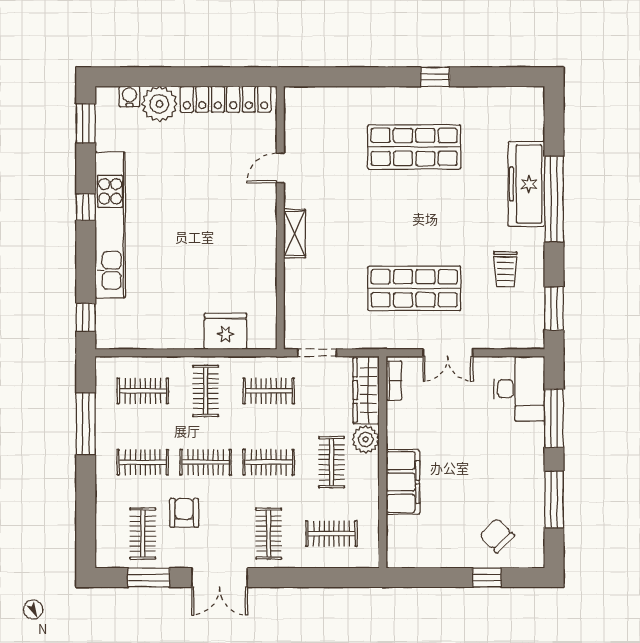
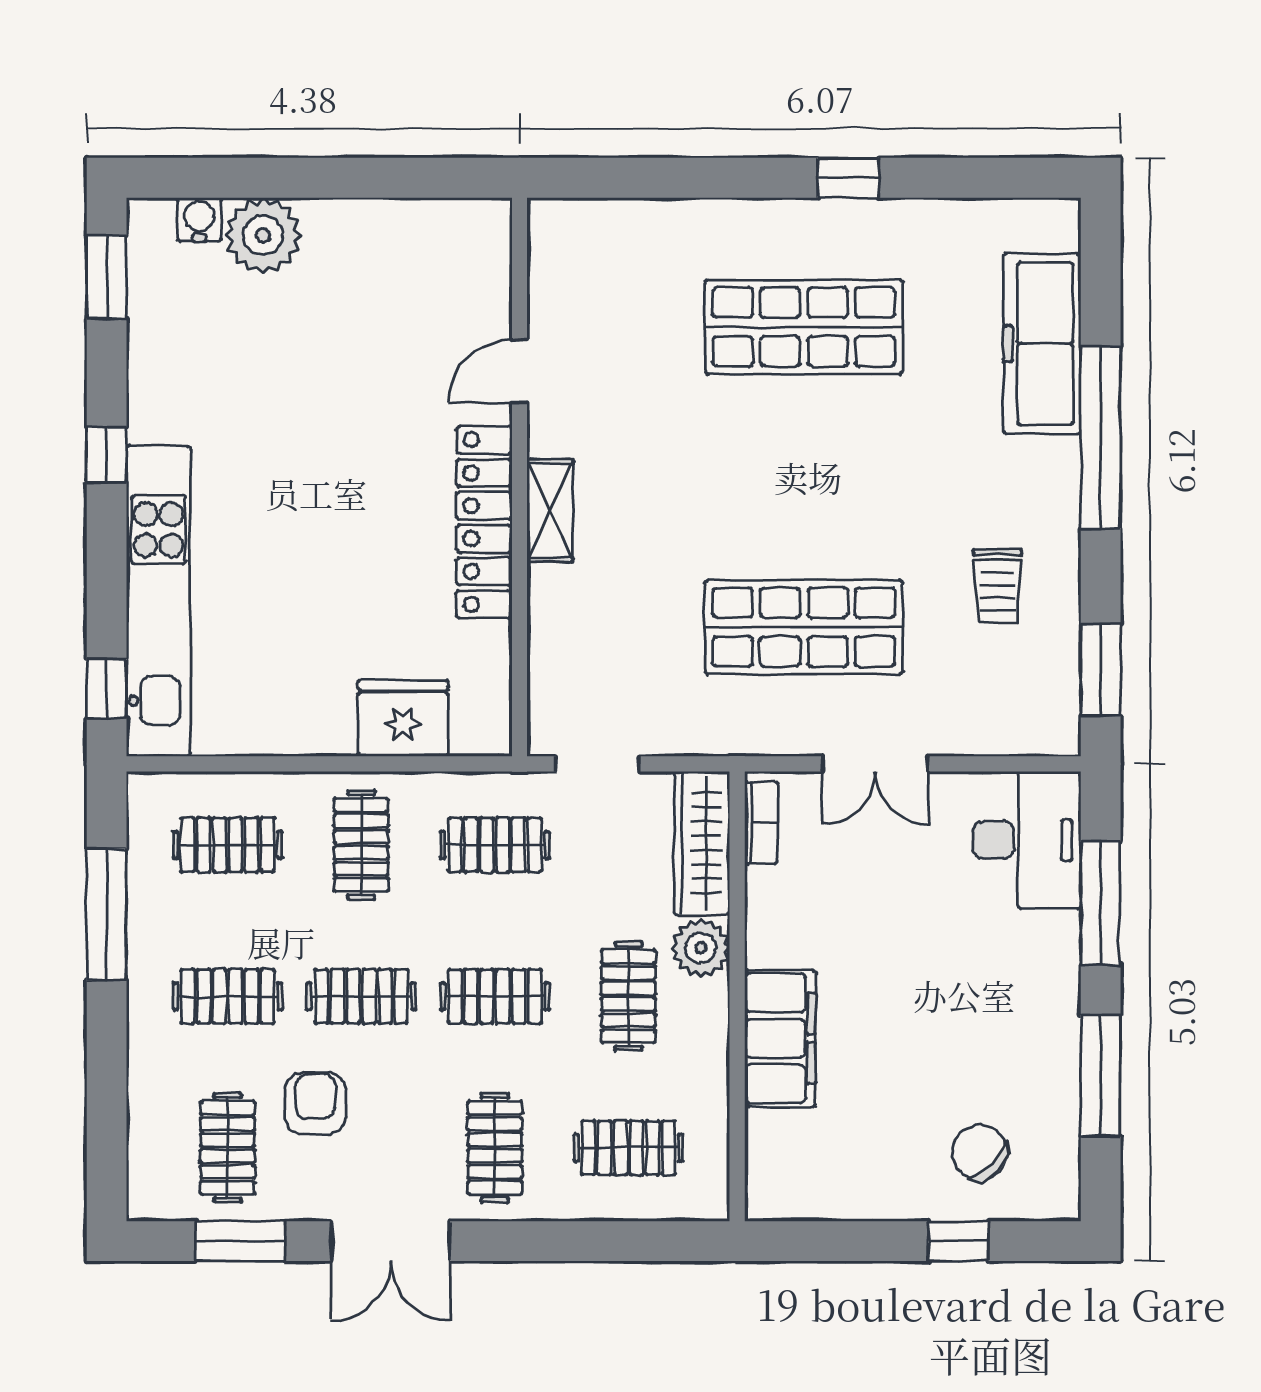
locker: (226, 99) -> (484, 522), moved, turned 90
freezer: (526, 184) -> (1042, 344), moved
kitchen unit: (110, 225) -> (158, 601), moved

